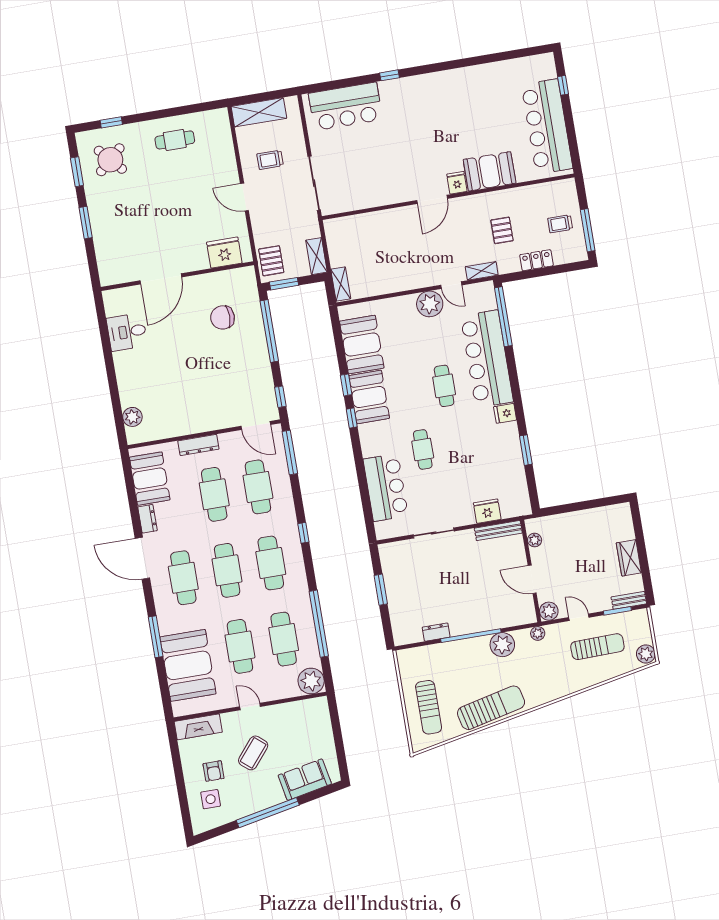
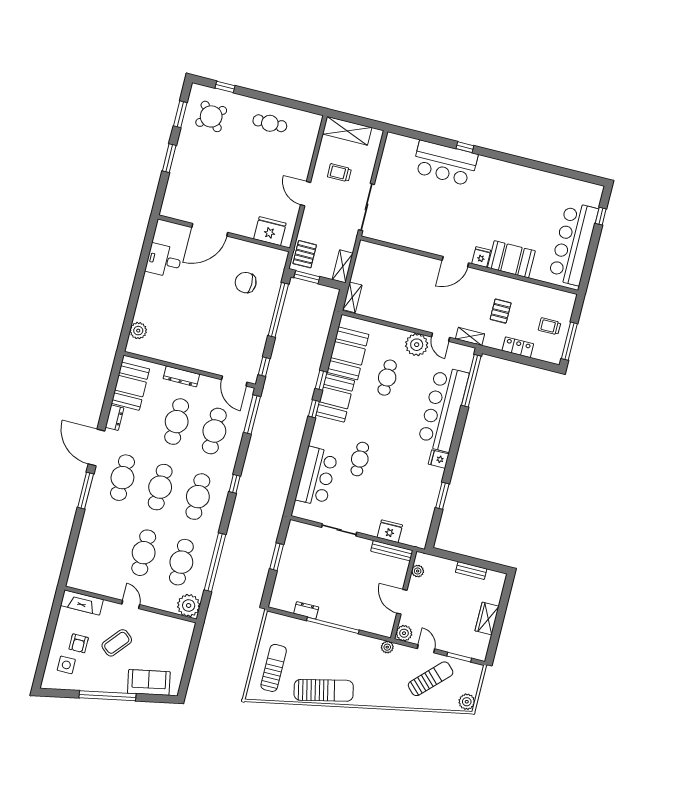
bar counter: (346, 106) -> (445, 163), moved
cafe table: (444, 386) -> (387, 378), moved
bench: (629, 600) -> (471, 571), moved
window: (156, 637) -> (86, 491), moved
plant: (502, 645) -> (355, 644), removed
sun lounger: (597, 647) -> (431, 679), turned -44
booth: (188, 665) -> (95, 550), removed
sun lounger: (429, 707) -> (274, 668), turned 180

